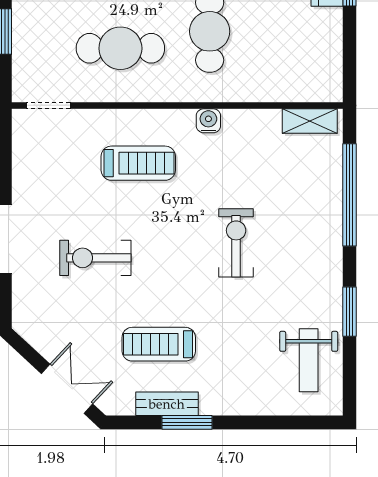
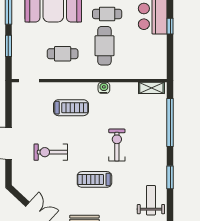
cafe table: (120, 48) -> (63, 54), width x0.73, depth x0.74
treadmill: (159, 344) -> (94, 179), moved
weight bench: (309, 360) -> (151, 200), turned 180

